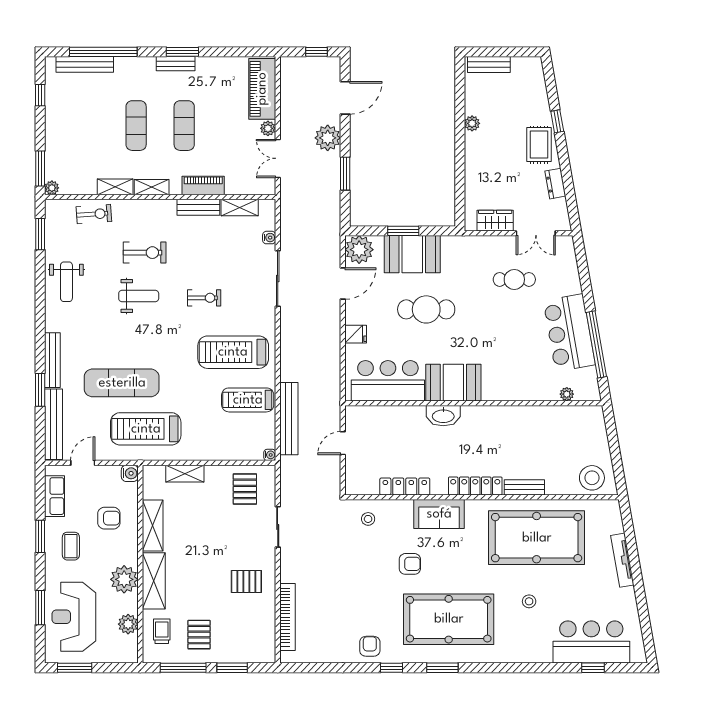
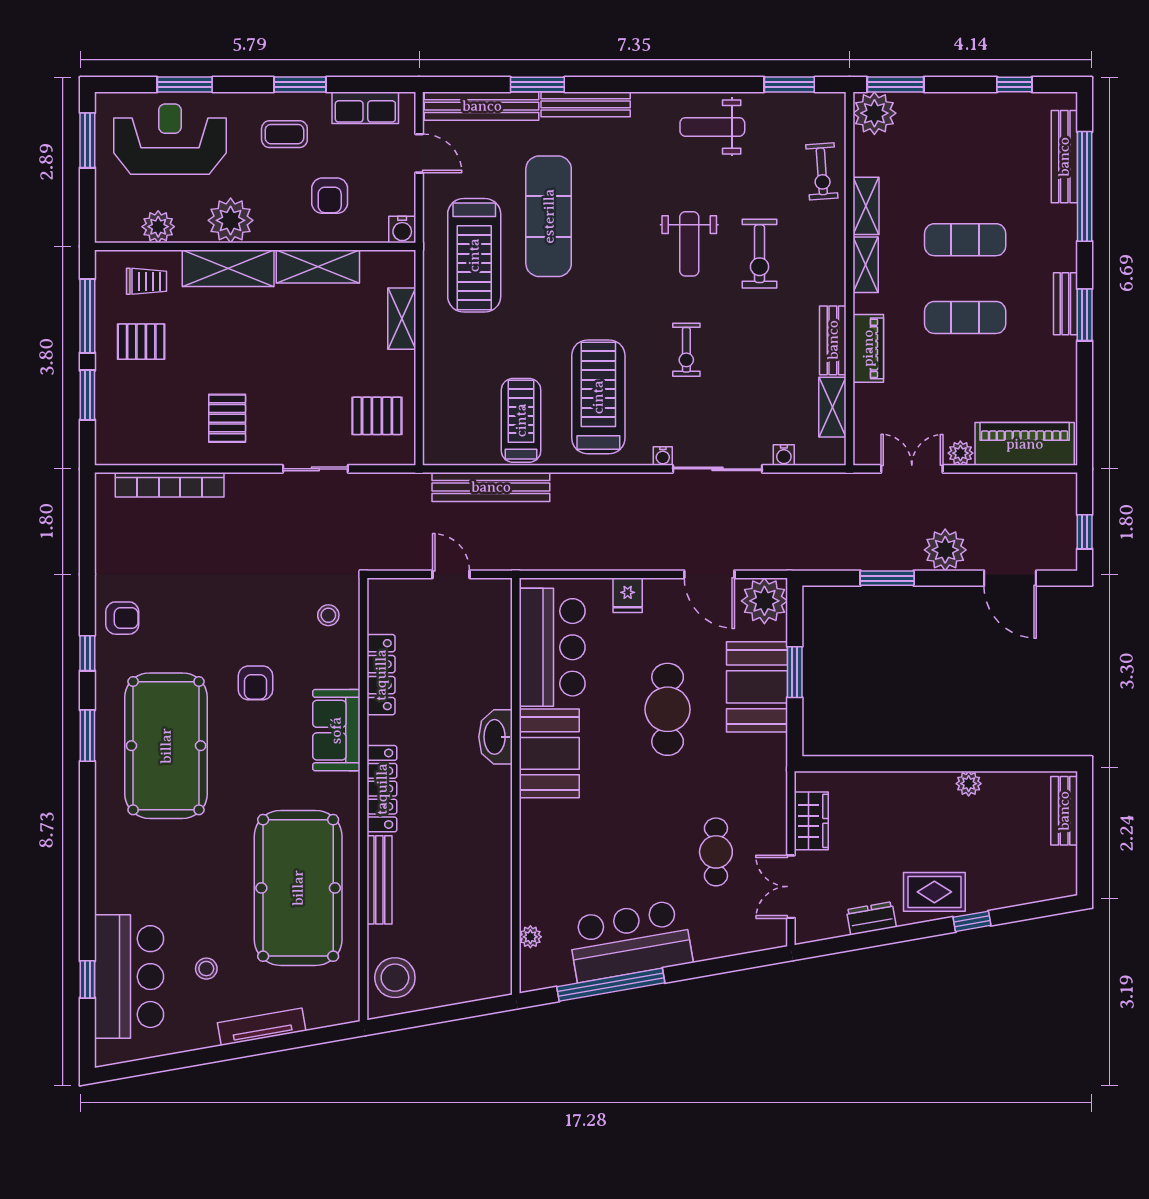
plant: (52, 188) -> (874, 113), width x1.87, depth x1.87
treadmill: (146, 429) -> (474, 255), turned 180
water cooler: (270, 455) -> (663, 456), moved
bench: (524, 487) -> (379, 880), width x1.36
stool: (529, 601) -> (206, 969), moved

